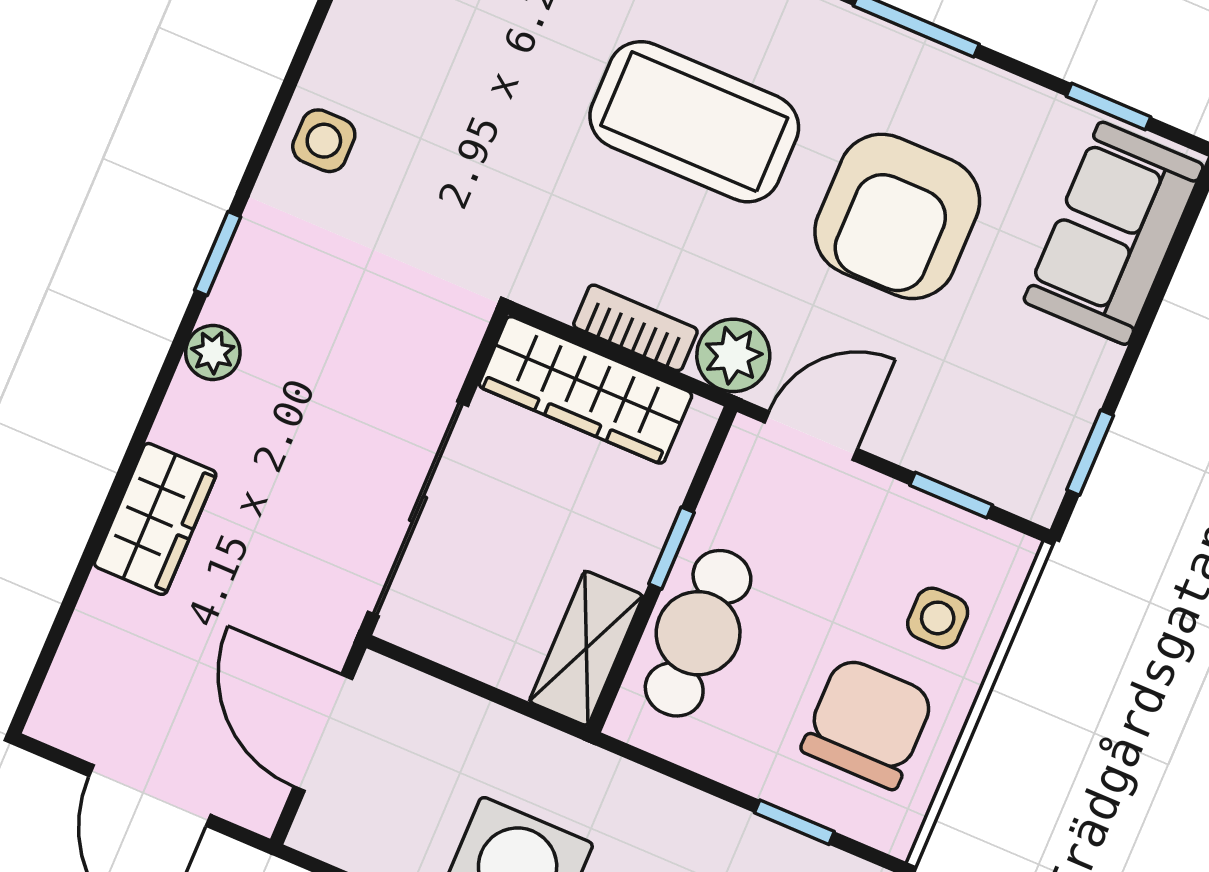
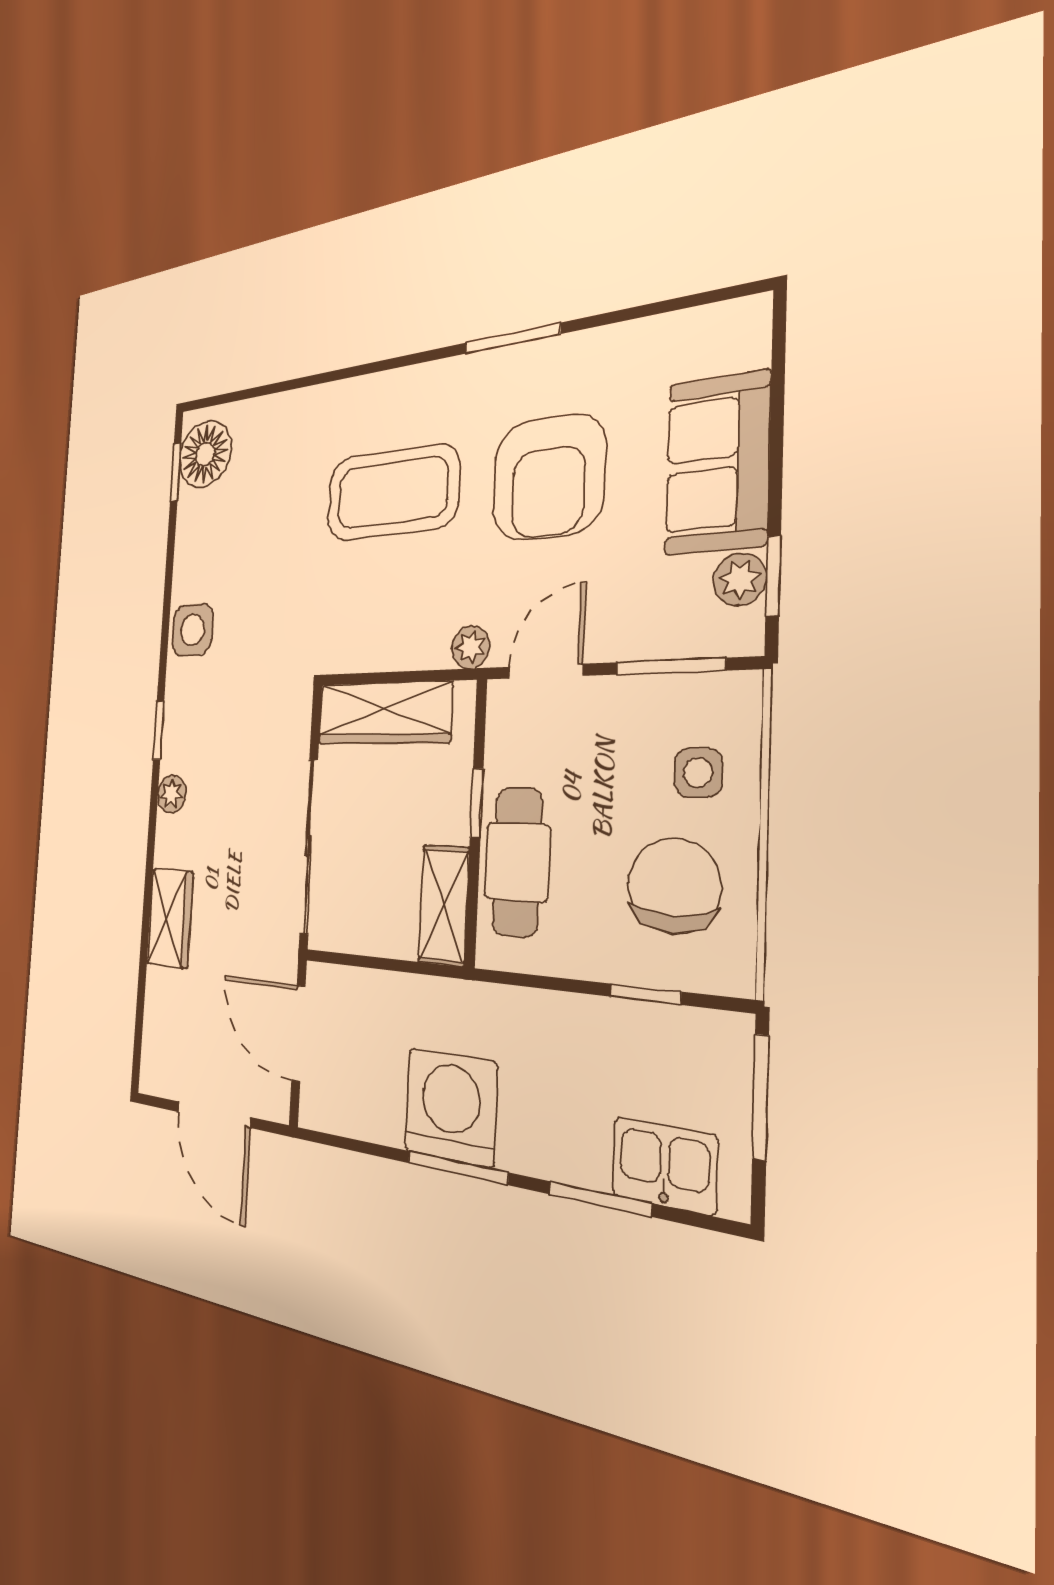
window: (1109, 107) -> (675, 304), removed
side table: (324, 141) -> (192, 630), width x1.37, depth x1.37
sofa: (1114, 233) -> (717, 463), moved
bookcase: (635, 328) -> (401, 653), removed
plant: (733, 355) -> (470, 647), width x0.73, depth x0.73
plant: (1057, 440) -> (740, 580), added
window: (951, 495) -> (670, 666), width x1.50

